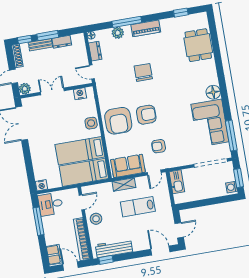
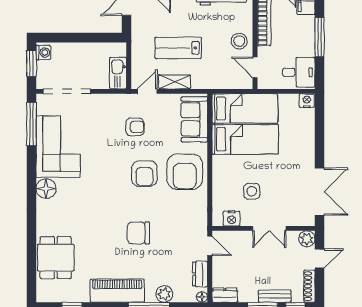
piano: (146, 28) -> (117, 291), width x1.37, depth x1.33
dresser: (62, 42) -> (225, 295), moved
chair: (143, 72) -> (138, 233), turned 90
armchair: (146, 115) -> (144, 174), turned -90
armchair: (118, 121) -> (185, 172), turned 180
side table: (91, 123) -> (252, 191), moved
sofa: (128, 166) -> (194, 119), moved, turned 90
shelving: (124, 185) -> (175, 82), moved
door: (82, 202) -> (255, 67), hinge flipped
lab bench: (138, 207) -> (178, 48), turned 180
window: (39, 221) -> (320, 37), moved

